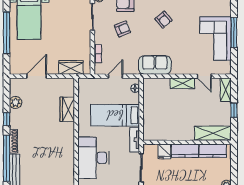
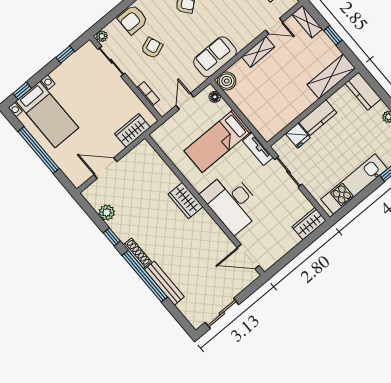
door: (37, 76) -> (105, 168), hinge flipped
boiler: (150, 85) -> (227, 81), added
wardrobe: (67, 109) -> (186, 201), moved
kitchen counter: (213, 151) -> (363, 91), moved, turned 90

